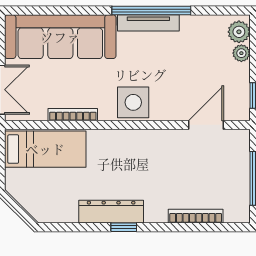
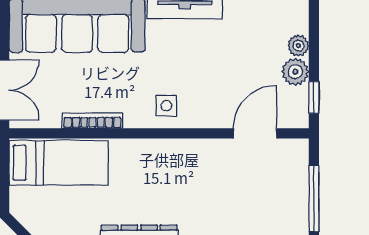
plant: (239, 32) -> (295, 72), moved
side table: (133, 102) -> (166, 106), width x0.54, depth x0.54

